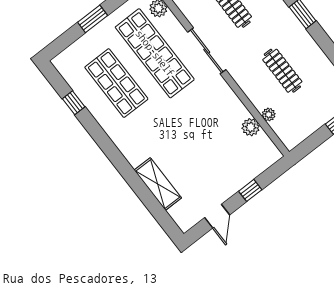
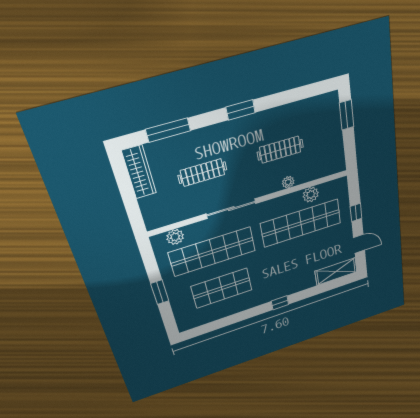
window: (74, 103) -> (280, 303), moved
plant: (269, 114) -> (288, 182), moved
shop shelf: (217, 134) -> (301, 223), added
shelving: (158, 184) -> (336, 272), moved

